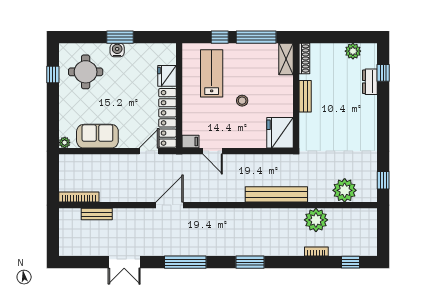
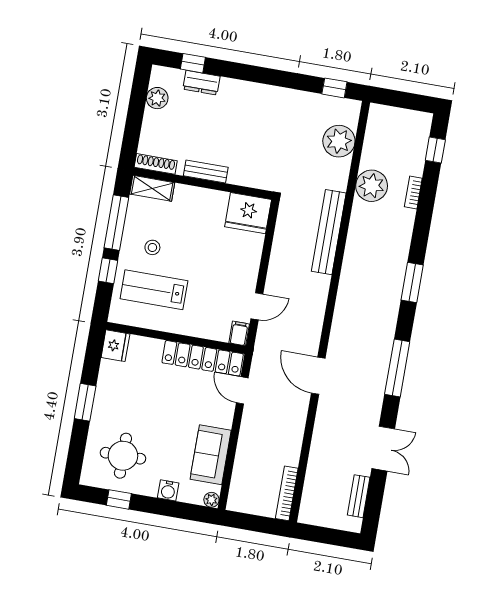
water cooler: (117, 50) -> (168, 490), moved, turned -90
fridge: (167, 76) -> (115, 346), moved, turned -90
stool: (242, 101) -> (152, 247), moved
bench: (97, 214) -> (359, 496), moved

